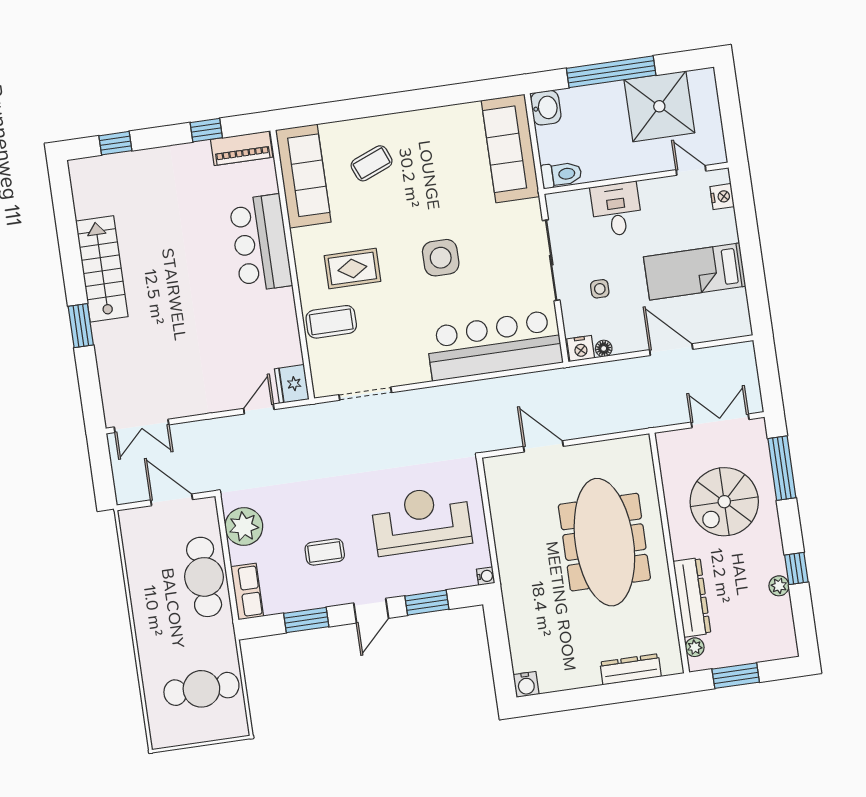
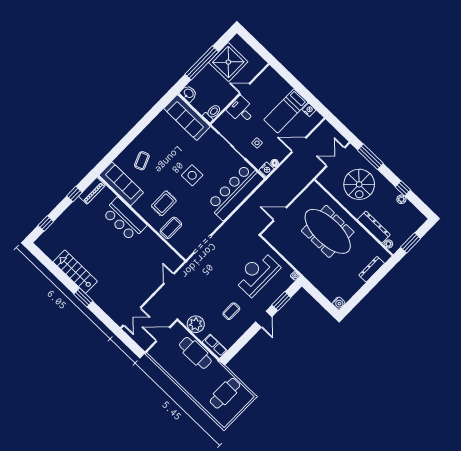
door: (691, 170) -> (245, 89), moved
nightstand: (722, 197) -> (309, 110), moved
fridge: (292, 384) -> (174, 261), removed
window: (306, 620) -> (243, 340), removed

